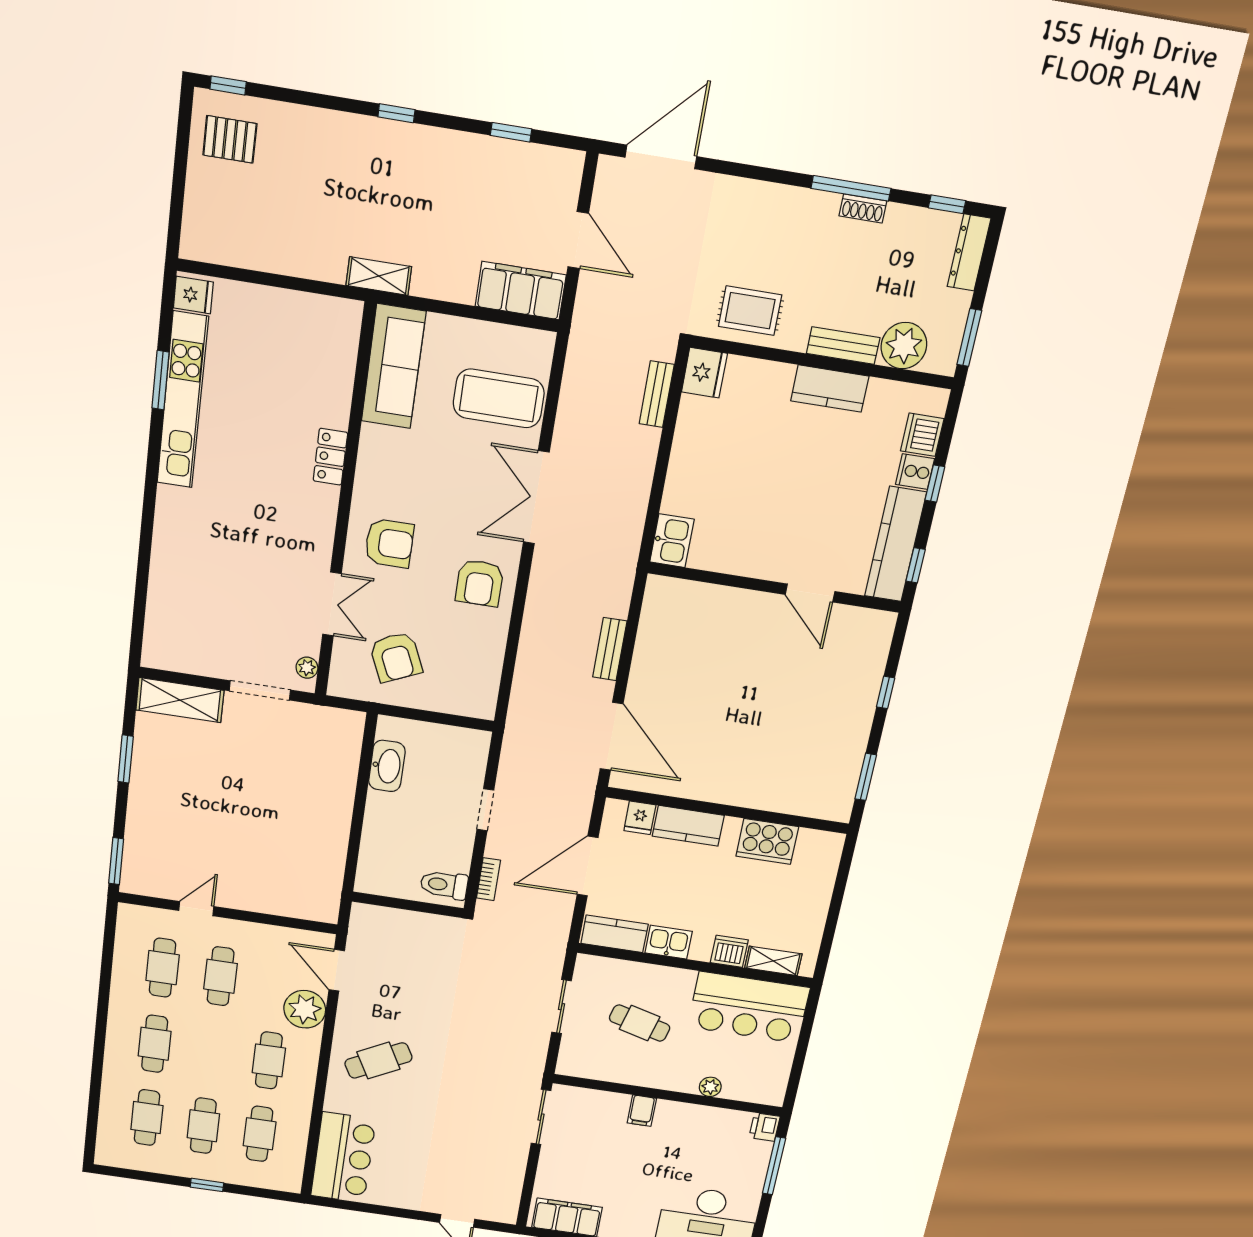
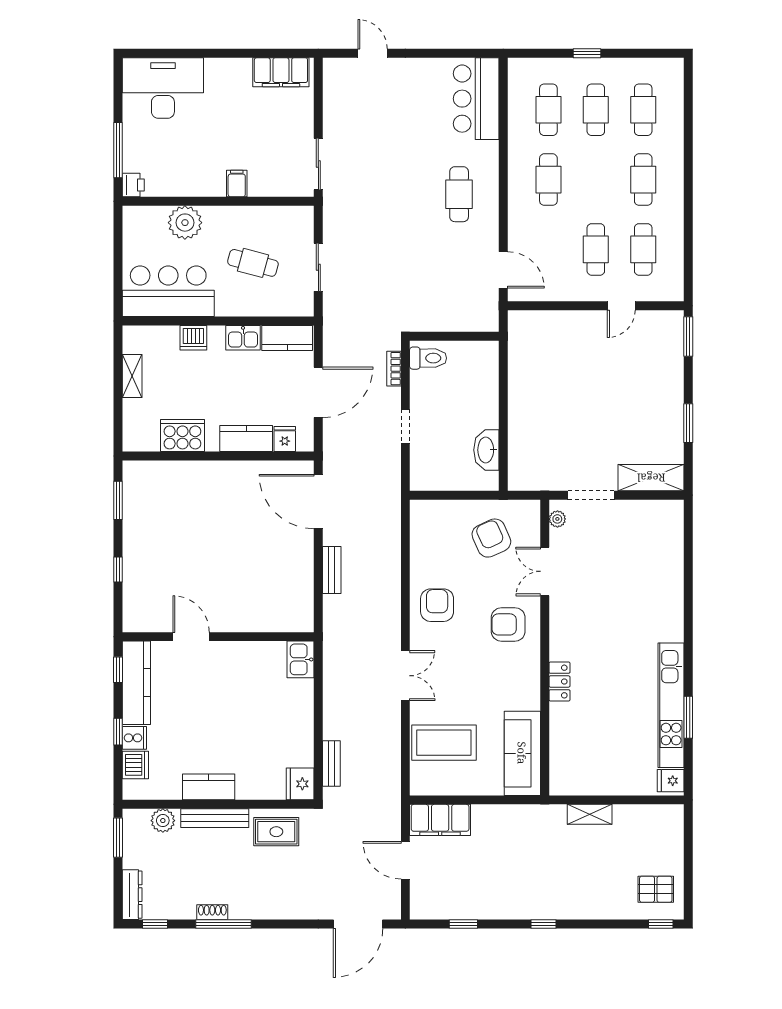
shelving: (379, 276) -> (590, 814), moved
bench: (843, 346) -> (215, 818), width x1.36
plant: (904, 346) -> (163, 821), width x0.73, depth x0.73
double door: (536, 497) -> (405, 676), width x0.73
shelving: (773, 961) -> (132, 376), moved, turned 90
plant: (305, 1009) -> (525, 231), removed
cafe table: (378, 1061) -> (459, 194), turned -62
plant: (710, 1087) -> (185, 223), width x1.88, depth x1.88

